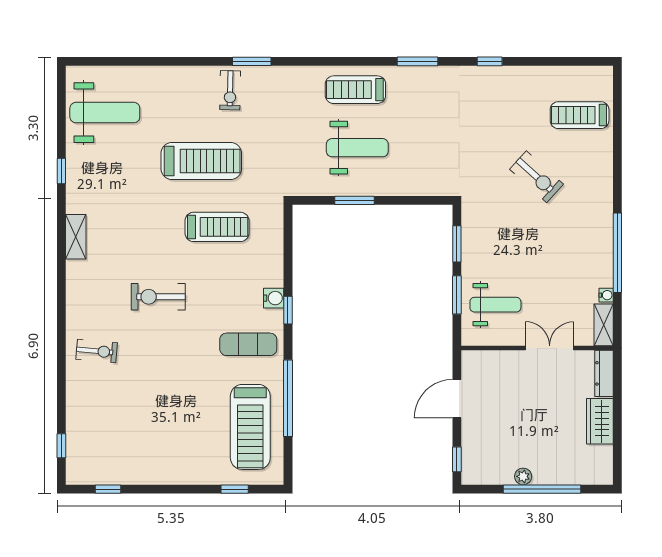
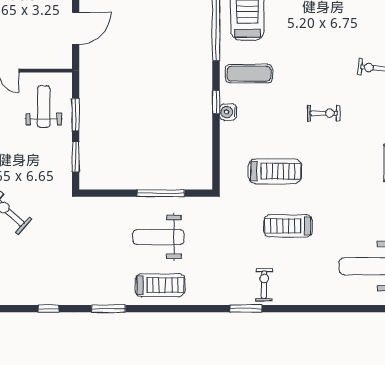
treadmill: (201, 161) -> (288, 226), width x0.73, depth x0.73
window: (355, 200) -> (161, 193), width x1.44
treadmill: (217, 227) -> (275, 171), turned 180
exercise bike: (158, 297) -> (324, 113), width x0.73, depth x0.72
weight bench: (495, 305) -> (44, 107), turned 90

